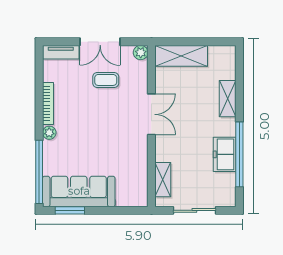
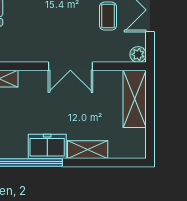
freezer: (225, 154) -> (47, 146), moved

